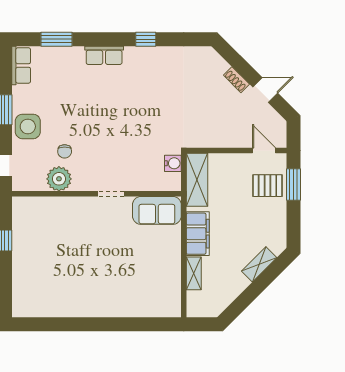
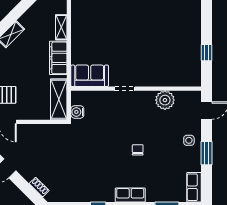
shoe rack: (236, 80) -> (39, 187), moved
side table: (28, 126) -> (189, 140), width x0.54, depth x0.54
chair: (65, 151) -> (138, 150), moved

